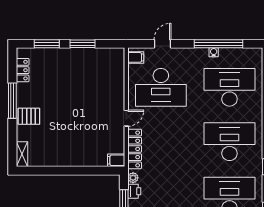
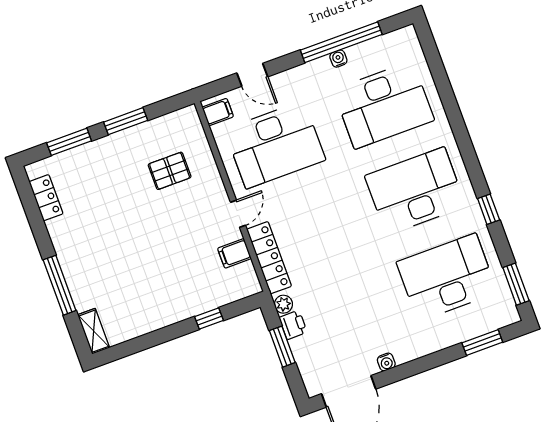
door: (162, 44) -> (252, 75), swing flipped
desk: (229, 87) -> (384, 105), turned 180
window: (12, 101) -> (60, 285), moved
pallet: (29, 116) -> (170, 171), moved
filing cabinet: (116, 160) -> (234, 253), moved
window: (89, 171) -> (209, 319), added

